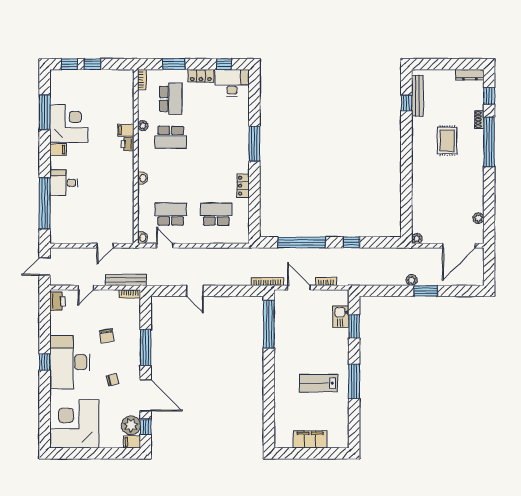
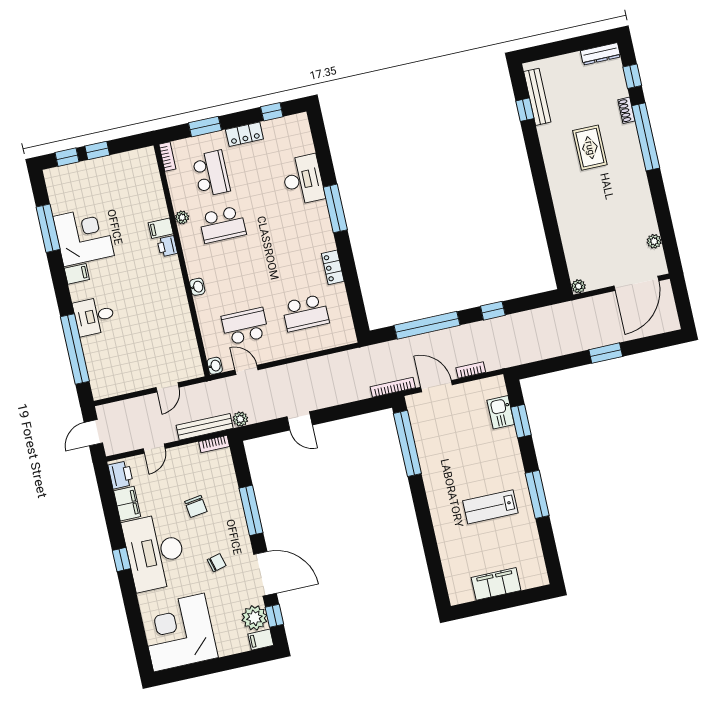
desk: (232, 83) -> (303, 180), moved, turned 90
school desk: (216, 214) -> (305, 313), turned 180
plant: (412, 280) -> (240, 419), moved
filing cabinet: (58, 323) -> (127, 504), added

